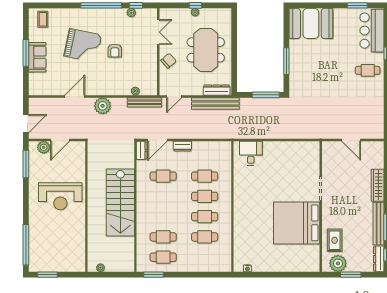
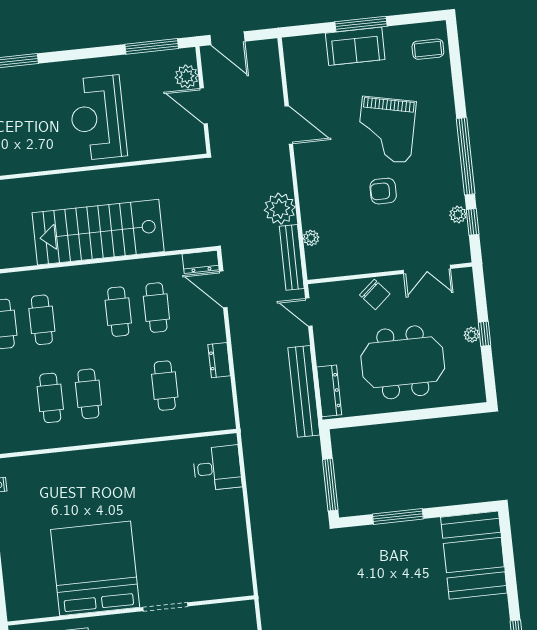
plant: (103, 106) -> (280, 209), moved
dresser: (182, 146) -> (219, 360), moved
cafe table: (205, 196) -> (118, 312), moved

